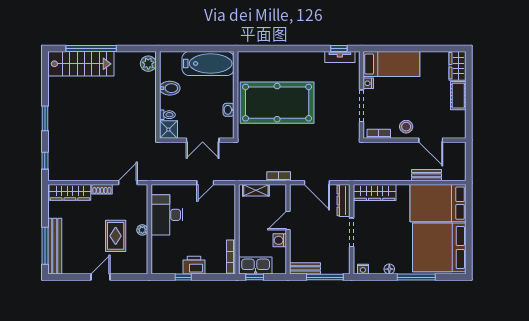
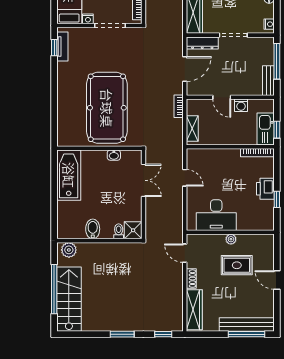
plant: (148, 64) -> (69, 250), moved
bidet: (170, 88) -> (93, 229), moved
wall: (158, 95) -> (99, 241), moved
toilet: (167, 115) -> (119, 231), moved
shower: (168, 130) -> (133, 230), moved

